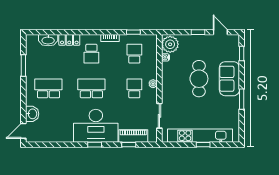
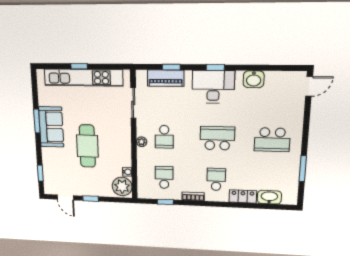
school desk: (134, 54) -> (164, 177), turned 180
sofa: (229, 79) -> (51, 127), moved
school desk: (91, 88) -> (217, 138), turned 180
washbasin: (32, 114) -> (254, 79), moved, turned -90
desk: (96, 126) -> (213, 87), width x0.73, depth x0.77

